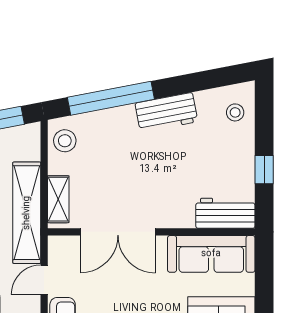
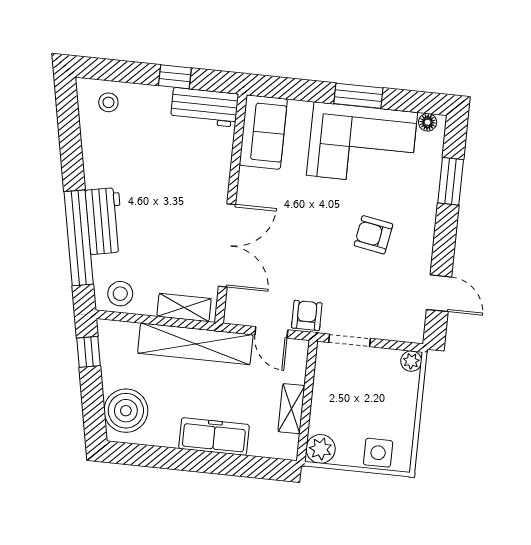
workbench: (166, 112) -> (104, 221), moved
workbench: (225, 213) -> (205, 107), moved, turned -90
sofa: (211, 254) -> (263, 132), width x0.73

